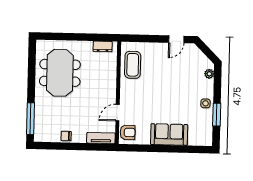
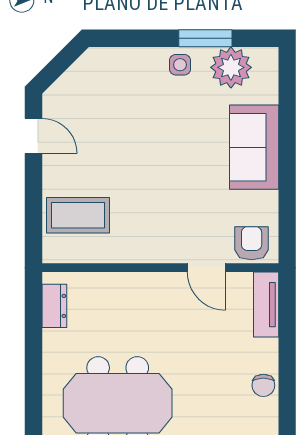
coffee table: (133, 65) -> (78, 215), moved
plant: (209, 74) -> (231, 67), moved, width x1.88, depth x1.88

